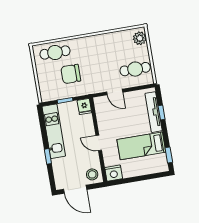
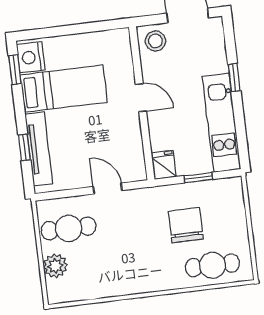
plant: (140, 38) -> (55, 266), moved
chair: (71, 74) -> (186, 225), turned -90
nightstand: (114, 173) -> (31, 57), moved, turned -90

